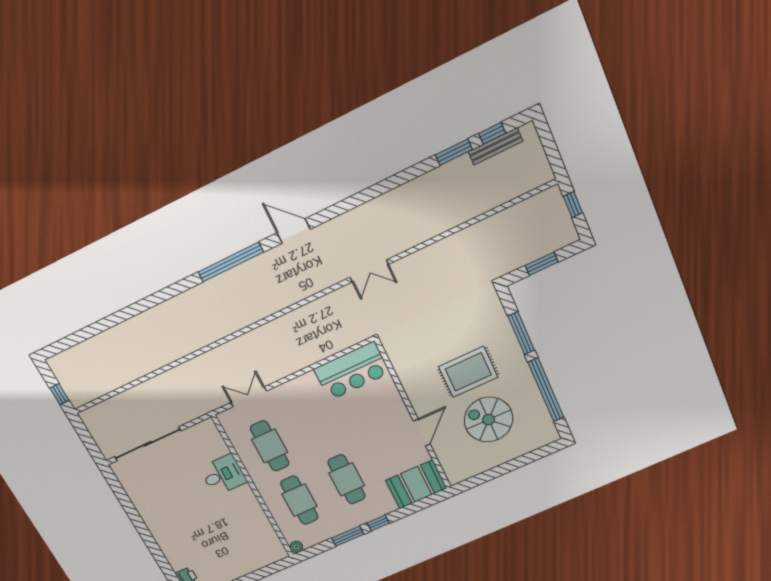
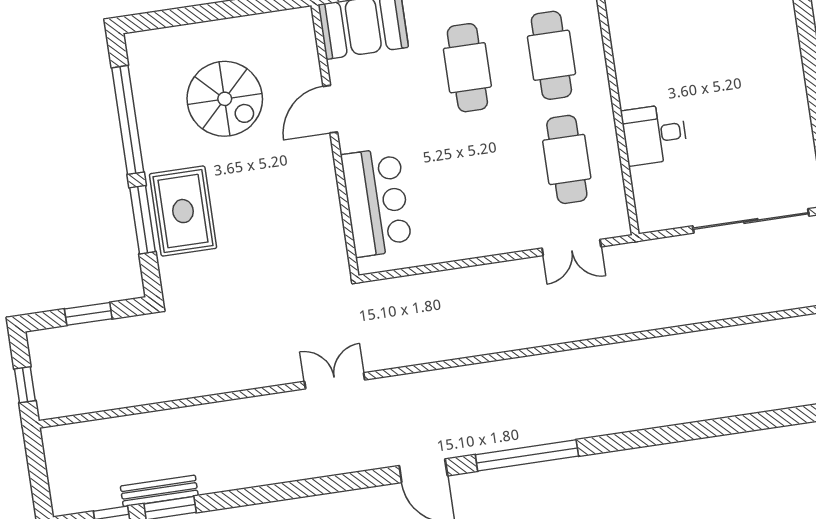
bench: (496, 146) -> (159, 491), moved
bar counter: (352, 371) -> (377, 202), moved, turned 90
rug: (468, 372) -> (183, 211), moved, turned 90

